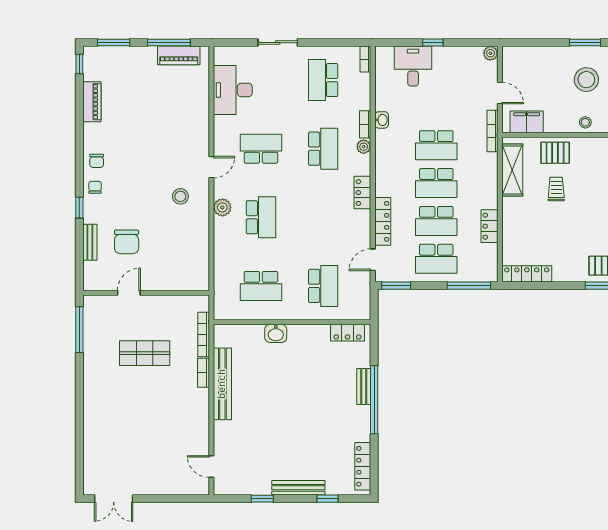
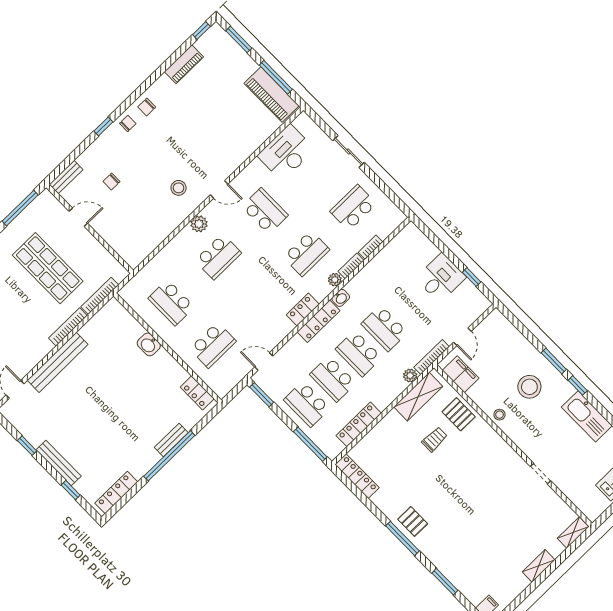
window: (433, 43) -> (472, 277), moved
plant: (490, 53) -> (410, 375), moved
piano: (179, 55) -> (272, 95), width x1.37, depth x1.33
bookcase: (365, 59) -> (371, 247), moved
desk: (413, 66) -> (441, 278), moved
washbasin: (382, 120) -> (341, 298), moved
locker: (383, 221) -> (318, 321), moved
locker: (489, 226) -> (359, 424), width x1.53
bench: (90, 242) -> (66, 177), moved
chair: (127, 242) -> (112, 181), width x0.54, depth x0.54
shop shelf: (145, 353) -> (48, 268), width x1.43, depth x1.36
bookcase: (203, 373) -> (68, 327), width x1.56
bench: (222, 384) -> (58, 362), moved

